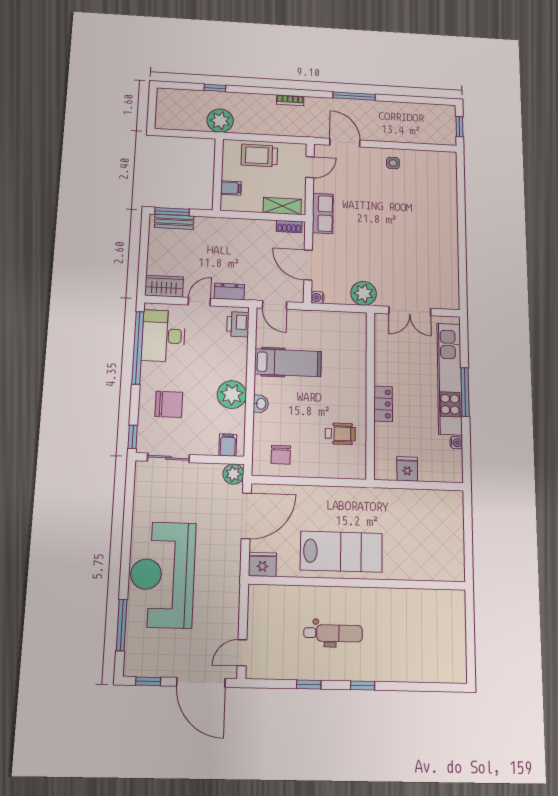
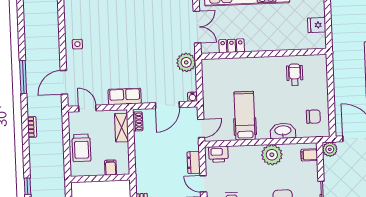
plant: (220, 121) -> (55, 180), removed
washbasin: (261, 404) -> (283, 131), width x1.91, depth x1.45
locker: (383, 404) -> (232, 46), moved

